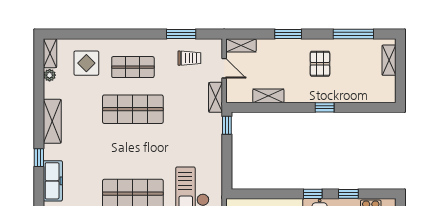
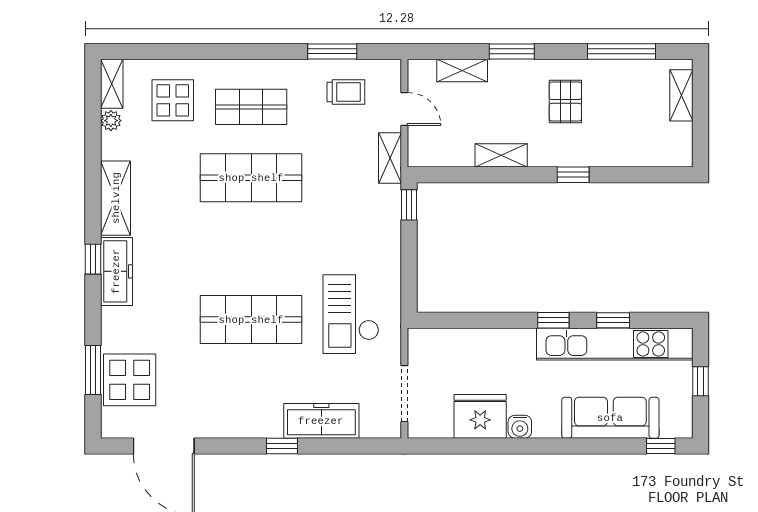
shelving: (241, 45) -> (462, 70), moved
shelving: (268, 96) -> (501, 155), moved
freezer: (53, 181) -> (116, 271), moved

